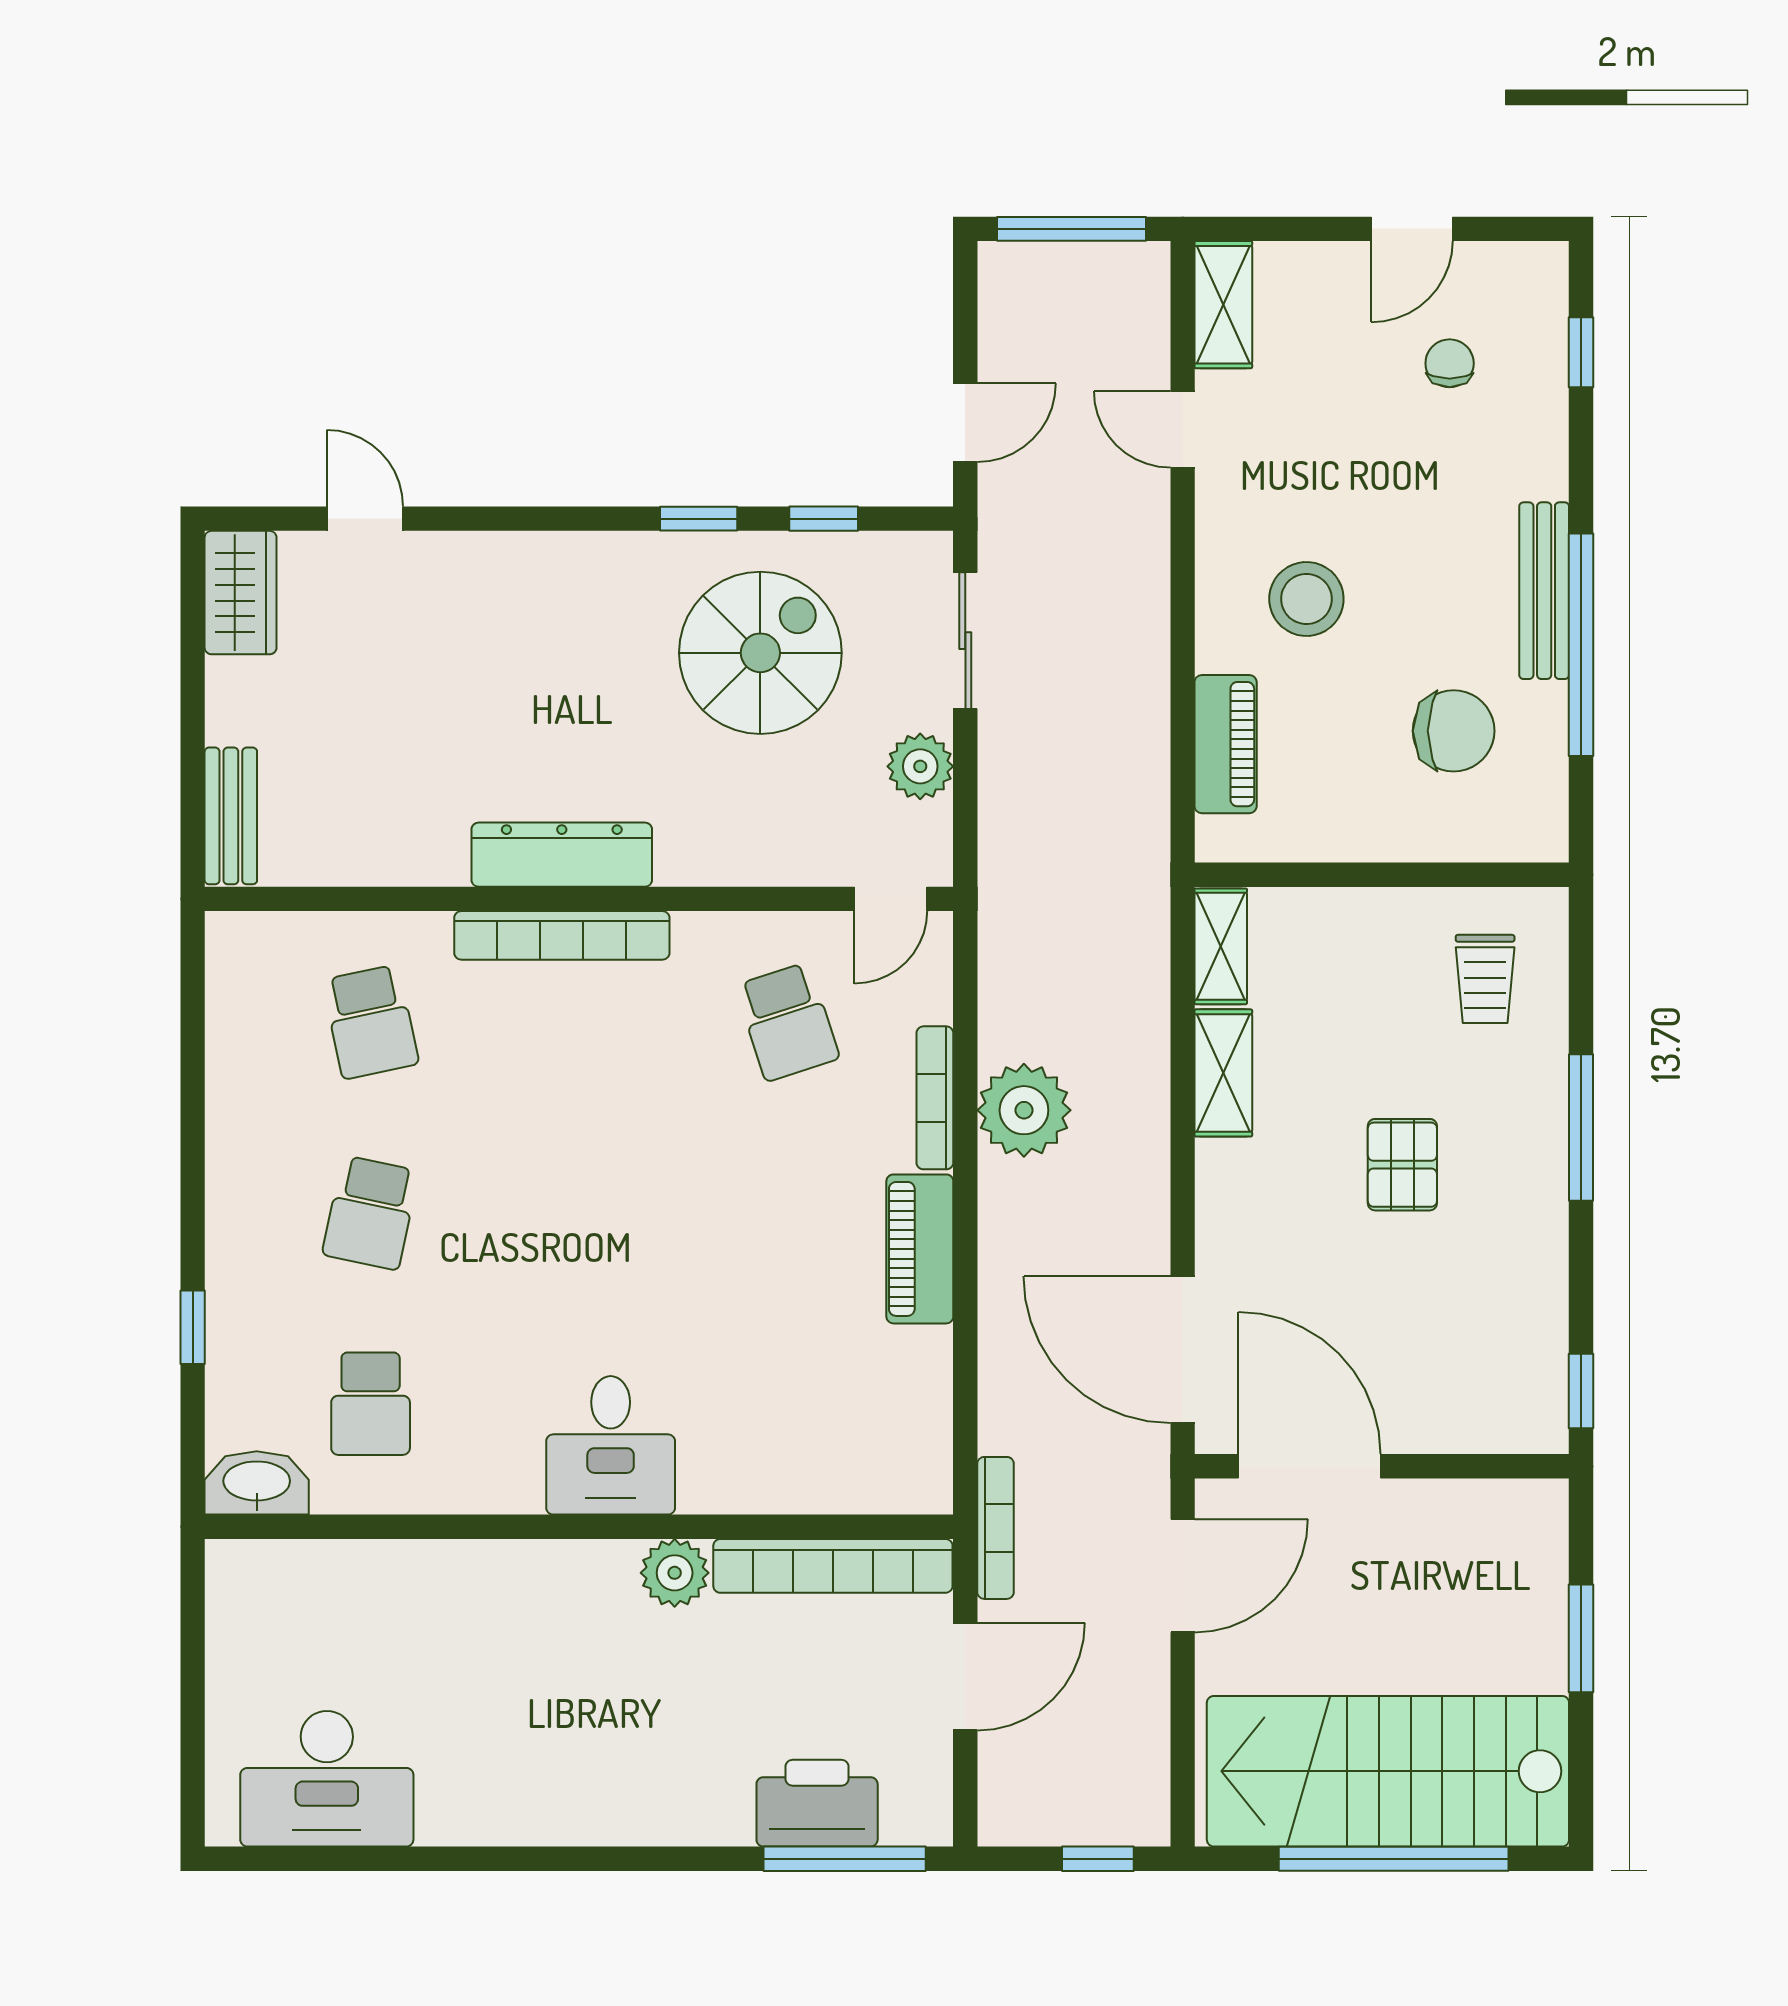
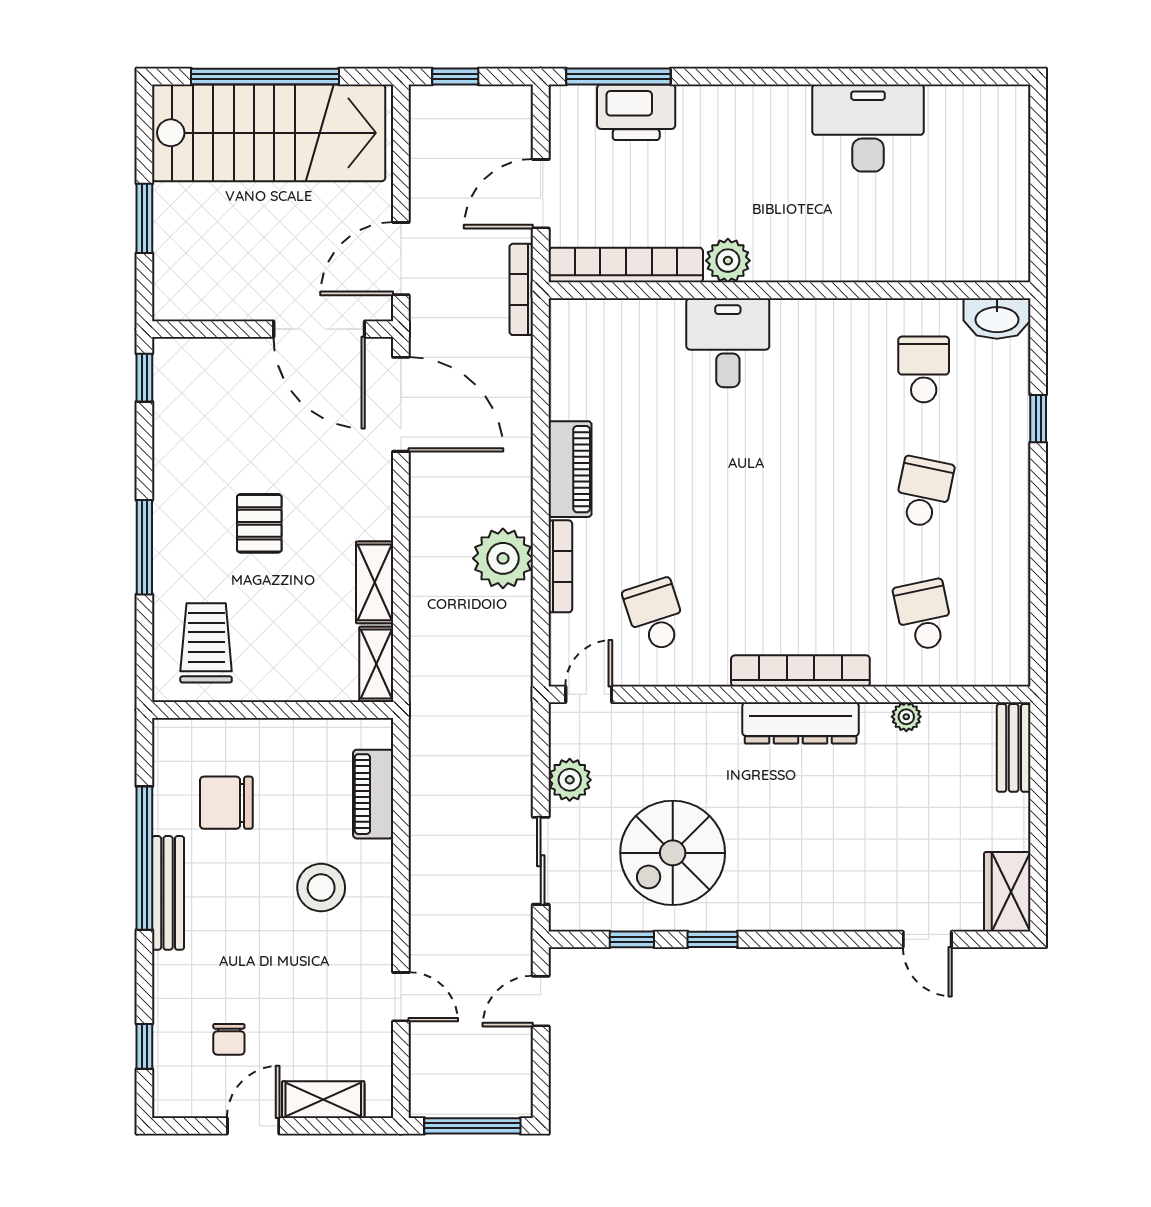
shelving: (1223, 305) -> (323, 1100), moved, turned 90
plant: (398, 864) -> (906, 717), added
trolley: (1485, 979) -> (206, 643), width x1.36, depth x1.39
desk: (611, 1445) -> (728, 343), moved
desk: (327, 1779) -> (868, 128), moved

